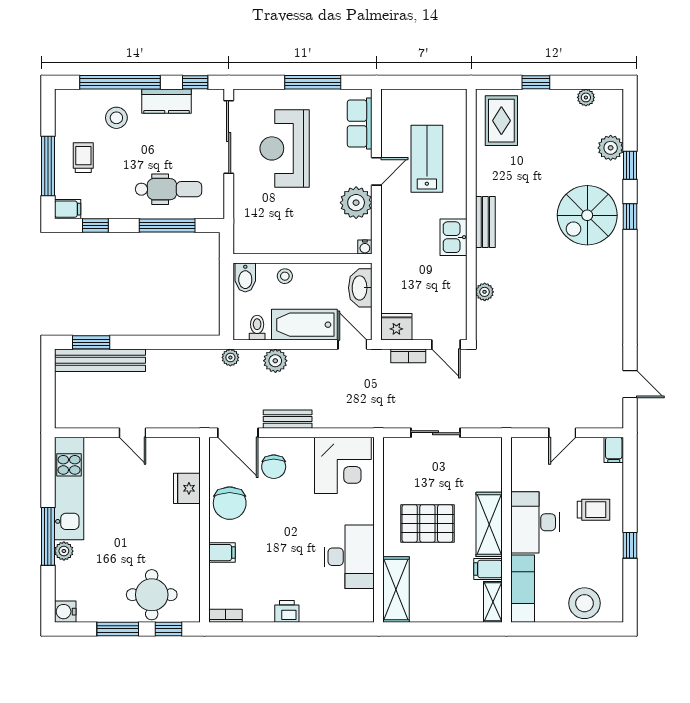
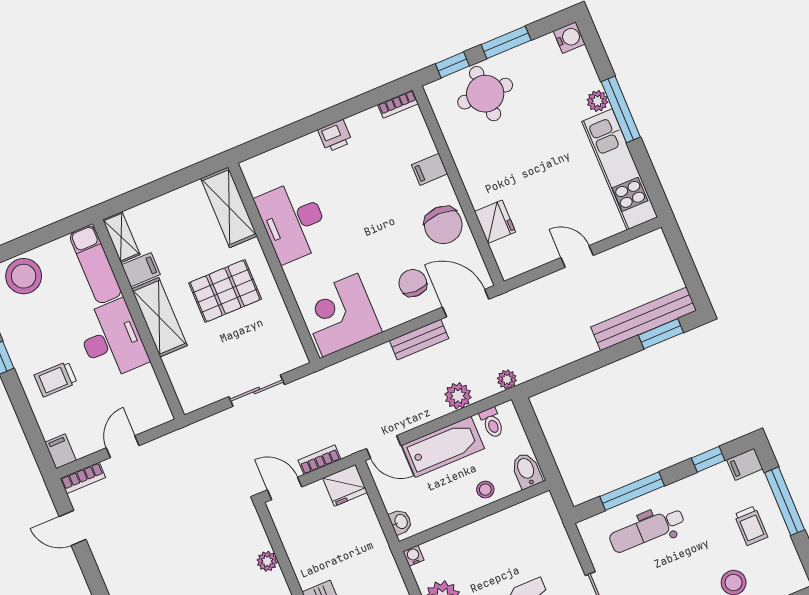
washbasin: (360, 288) -> (401, 522), width x0.52, depth x0.69
bookcase: (605, 421) -> (83, 478), added
chair: (230, 503) -> (443, 225), turned 180

